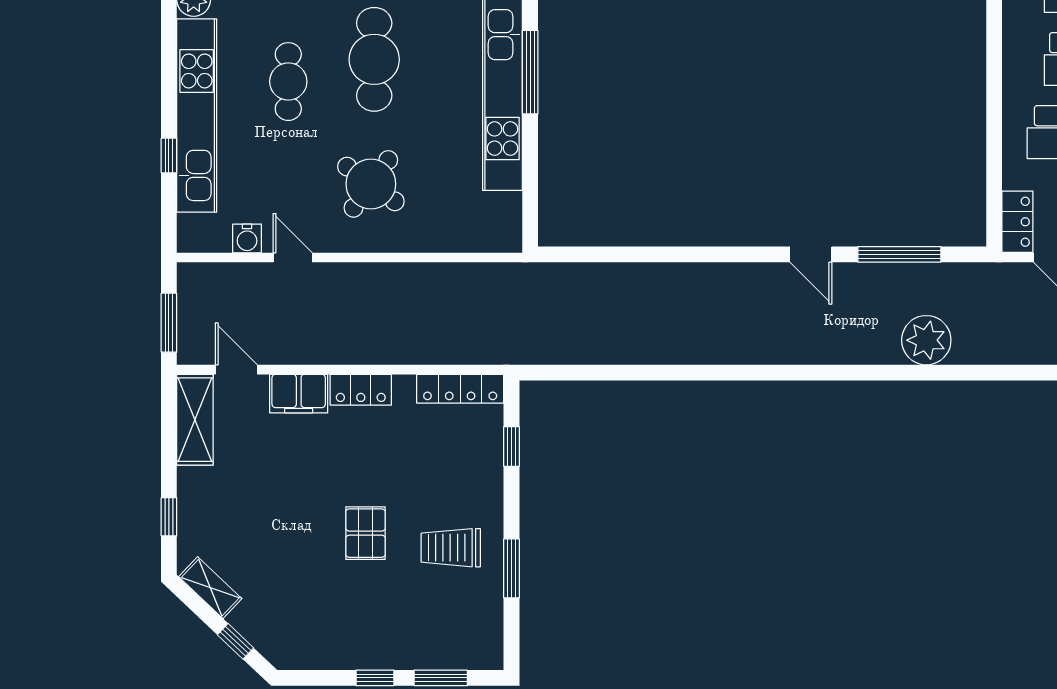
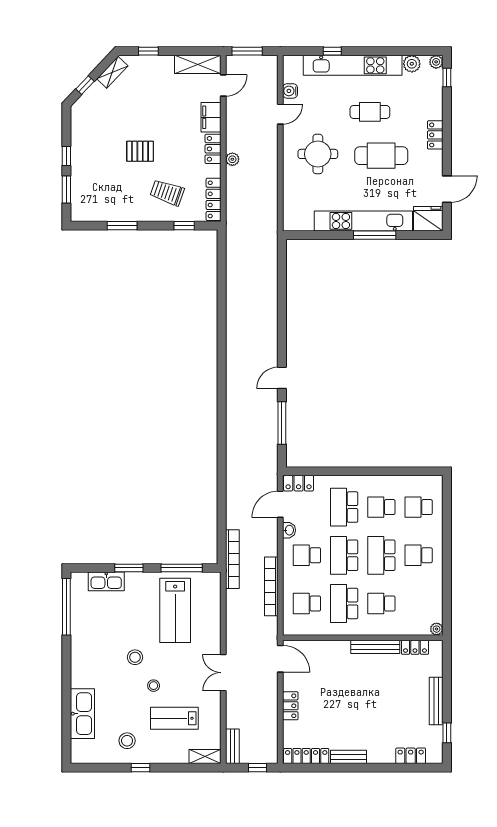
round table: (371, 184) -> (318, 154), turned -36
plant: (926, 340) -> (232, 159), moved, width x0.53, depth x0.53
trolley: (451, 548) -> (167, 193), moved, turned -71

